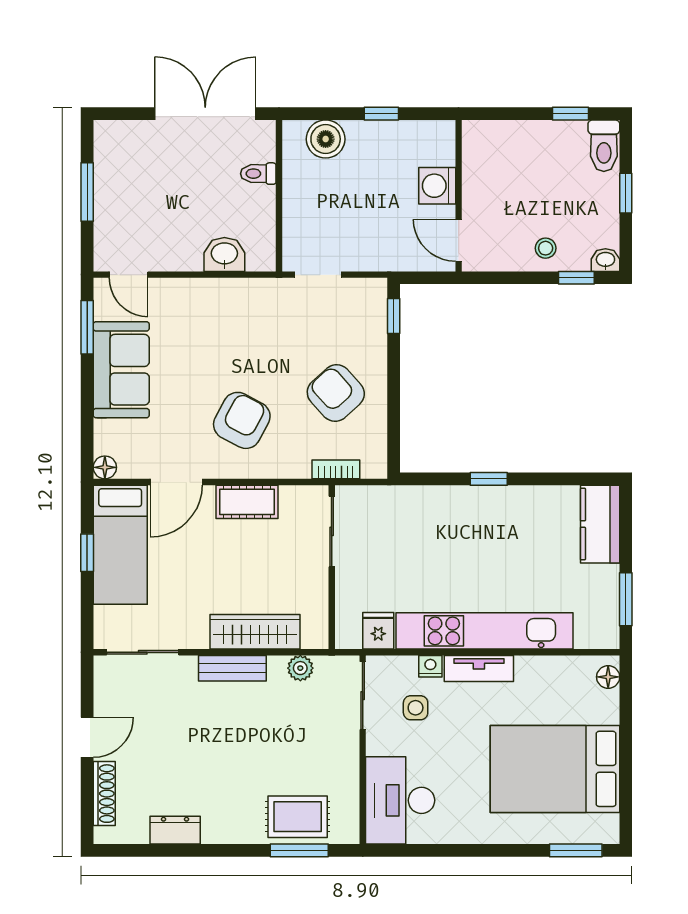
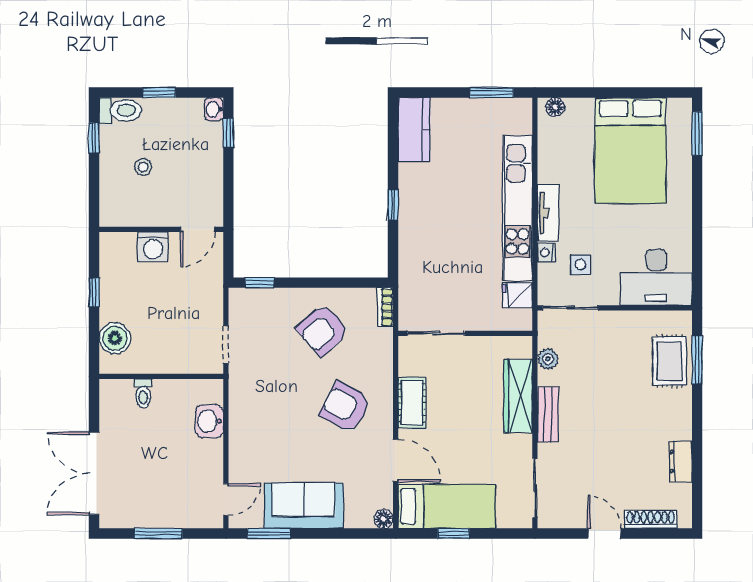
double door: (205, 114) -> (94, 473), moved
stool: (546, 248) -> (143, 167), moved
bookcase: (336, 469) -> (385, 307), moved
kitchen counter: (600, 524) -> (414, 130), moved, turned -90

